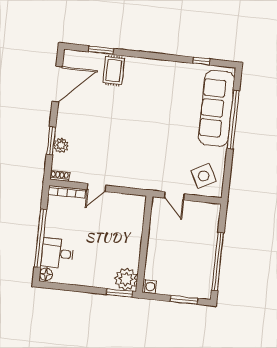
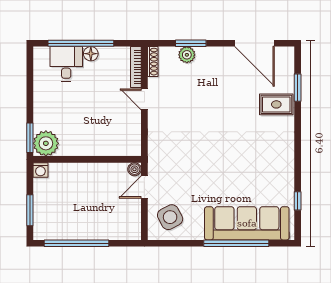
shoe rack: (60, 176) -> (153, 62), width x1.43
boiler: (158, 203) -> (134, 169), added
floor lamp: (46, 274) -> (91, 54), moved

